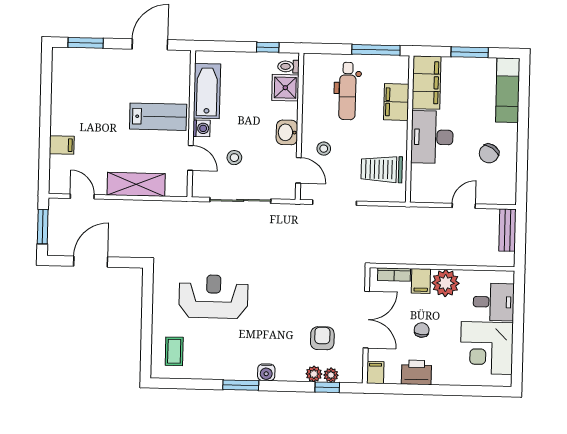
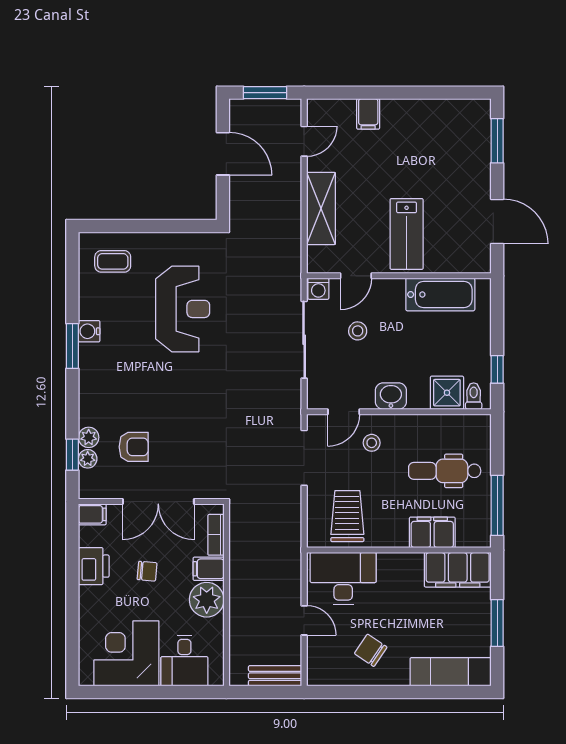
washing machine: (201, 128) -> (318, 289), moved
desk: (432, 137) -> (343, 578), moved
water cooler: (266, 372) -> (89, 331), moved

